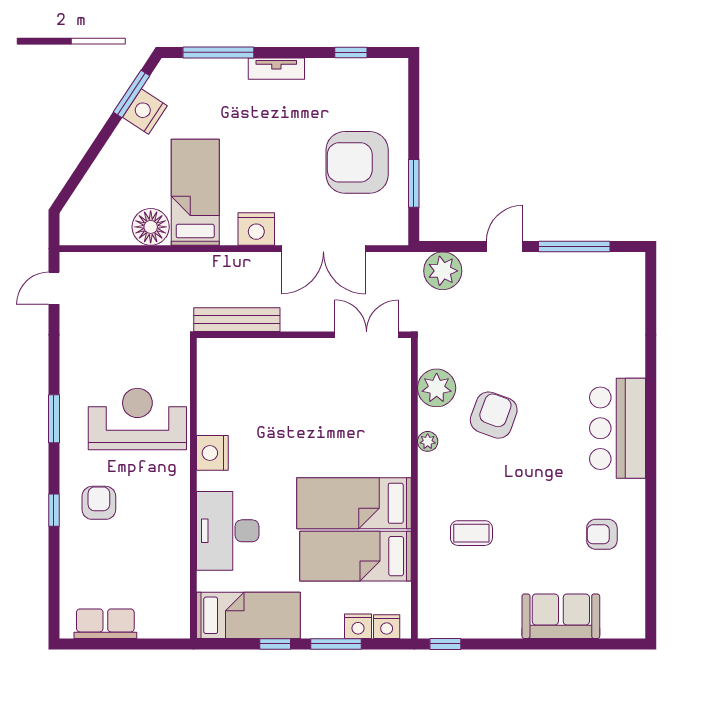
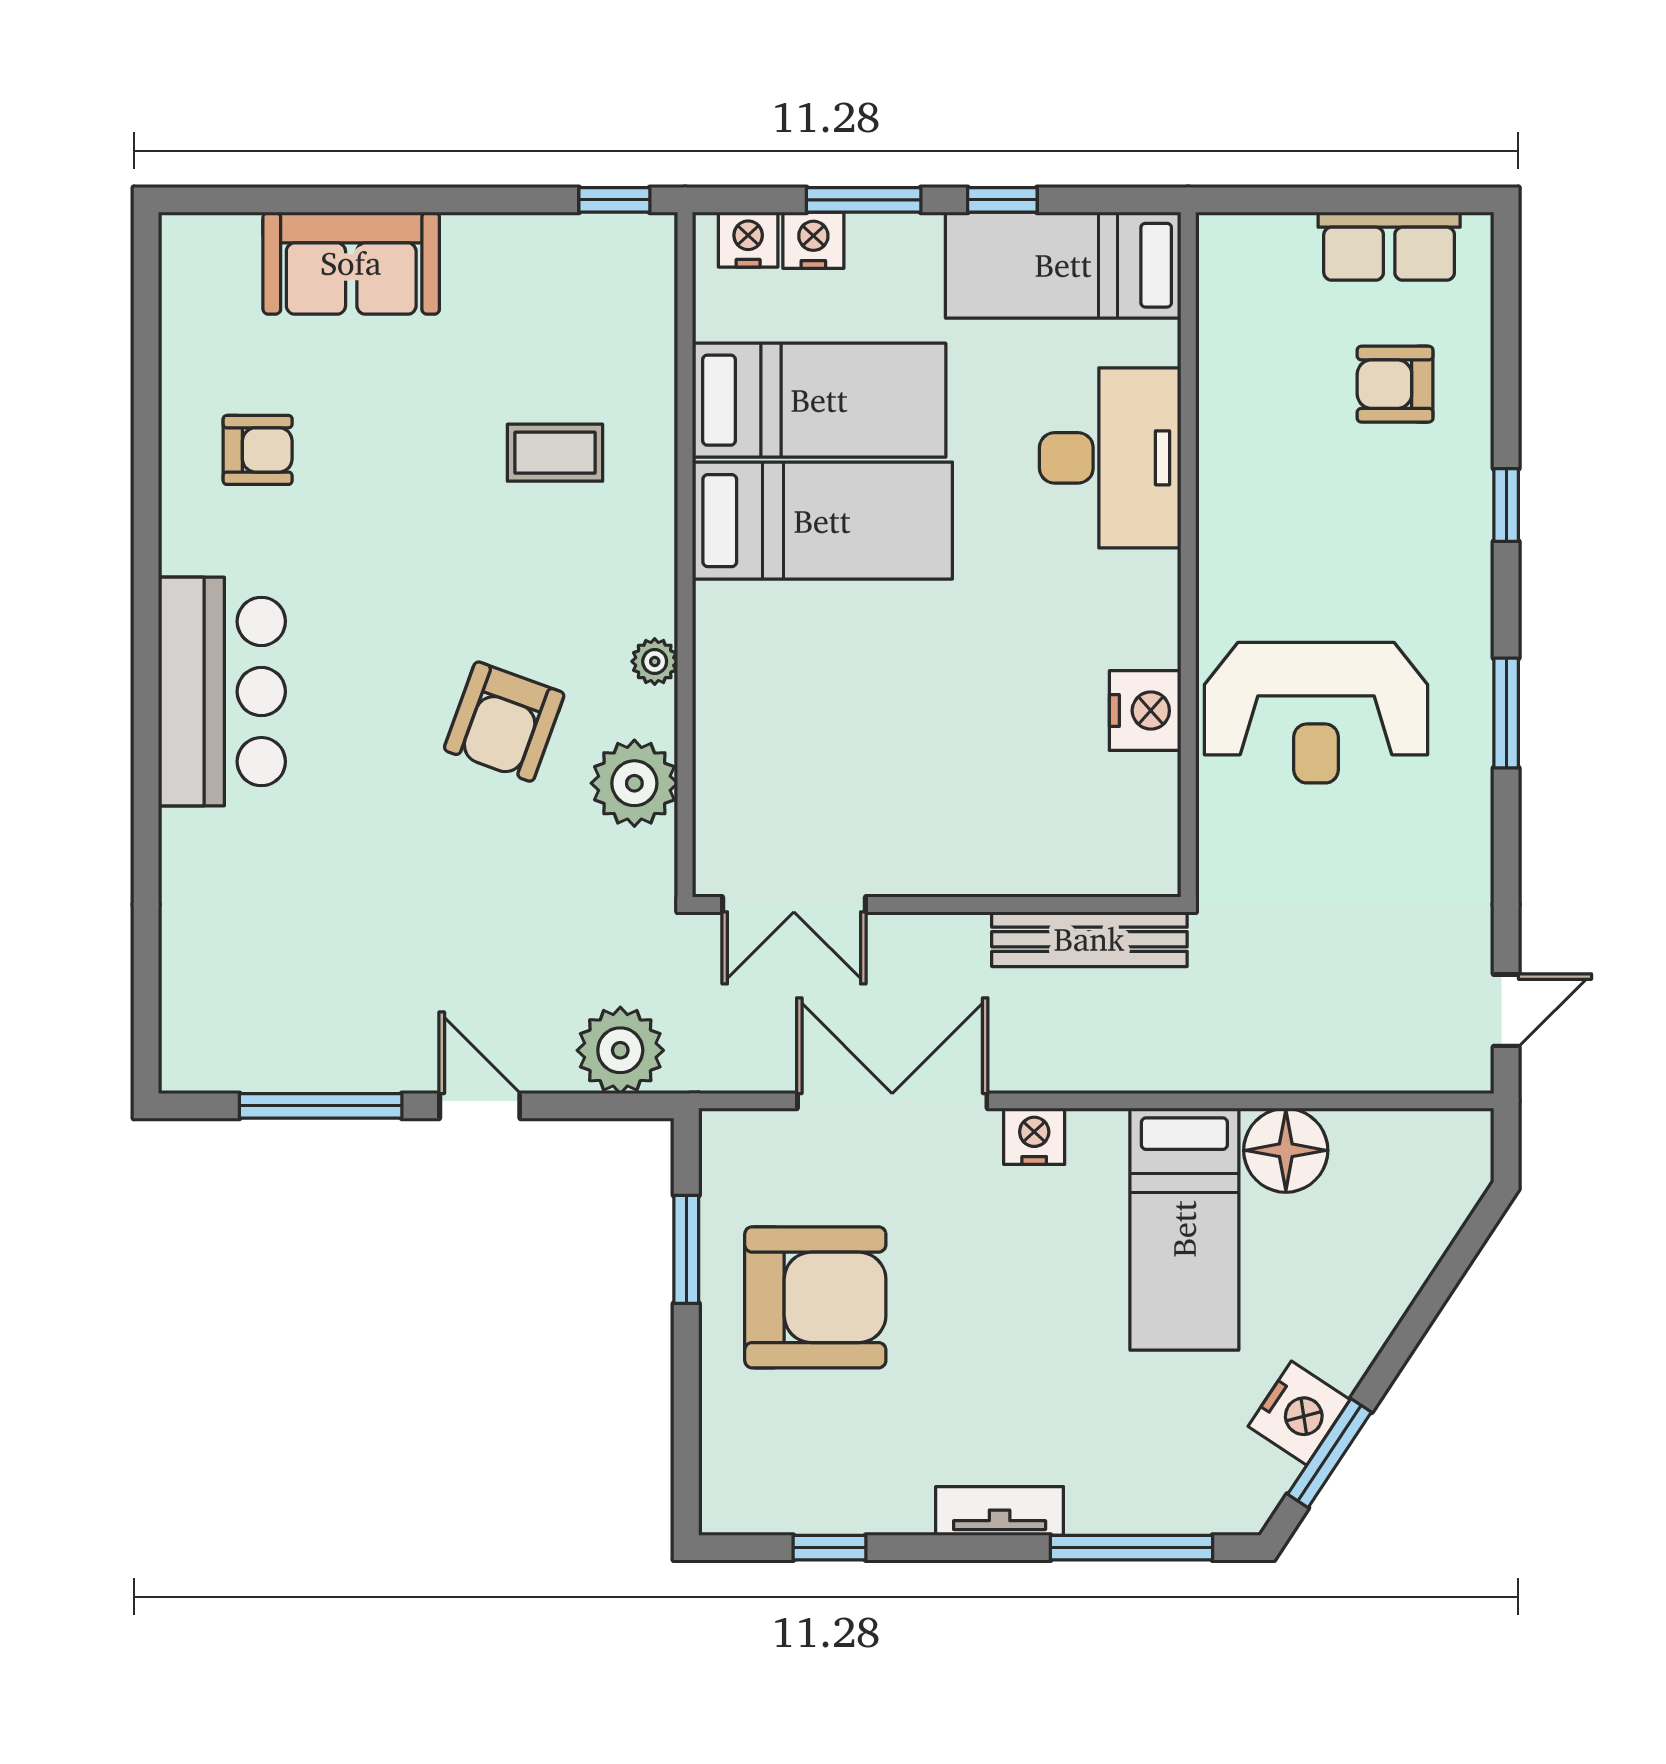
nightstand: (256, 229) -> (1034, 1136), width x0.74, depth x0.75
door: (504, 246) -> (480, 1106), swing flipped
nightstand: (212, 453) -> (1145, 711), moved
armchair: (99, 503) -> (1395, 384), moved, turned 90

